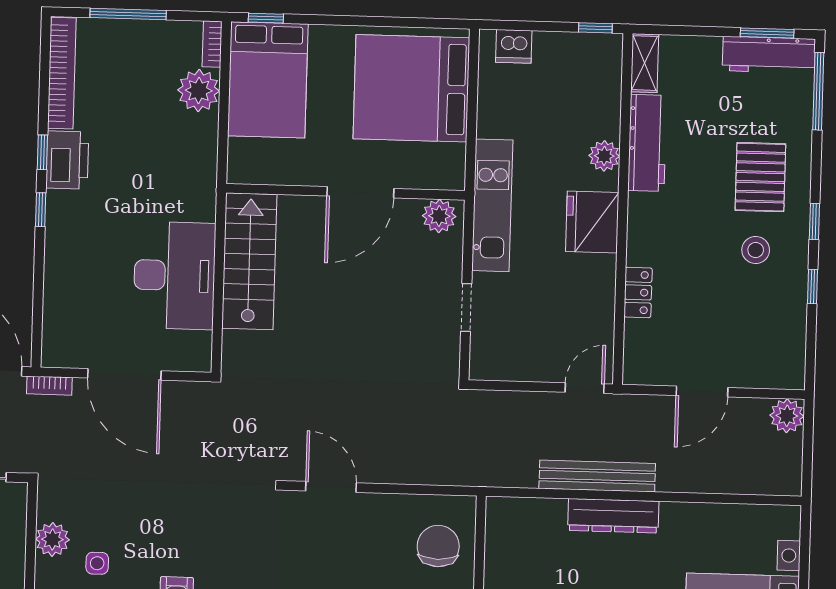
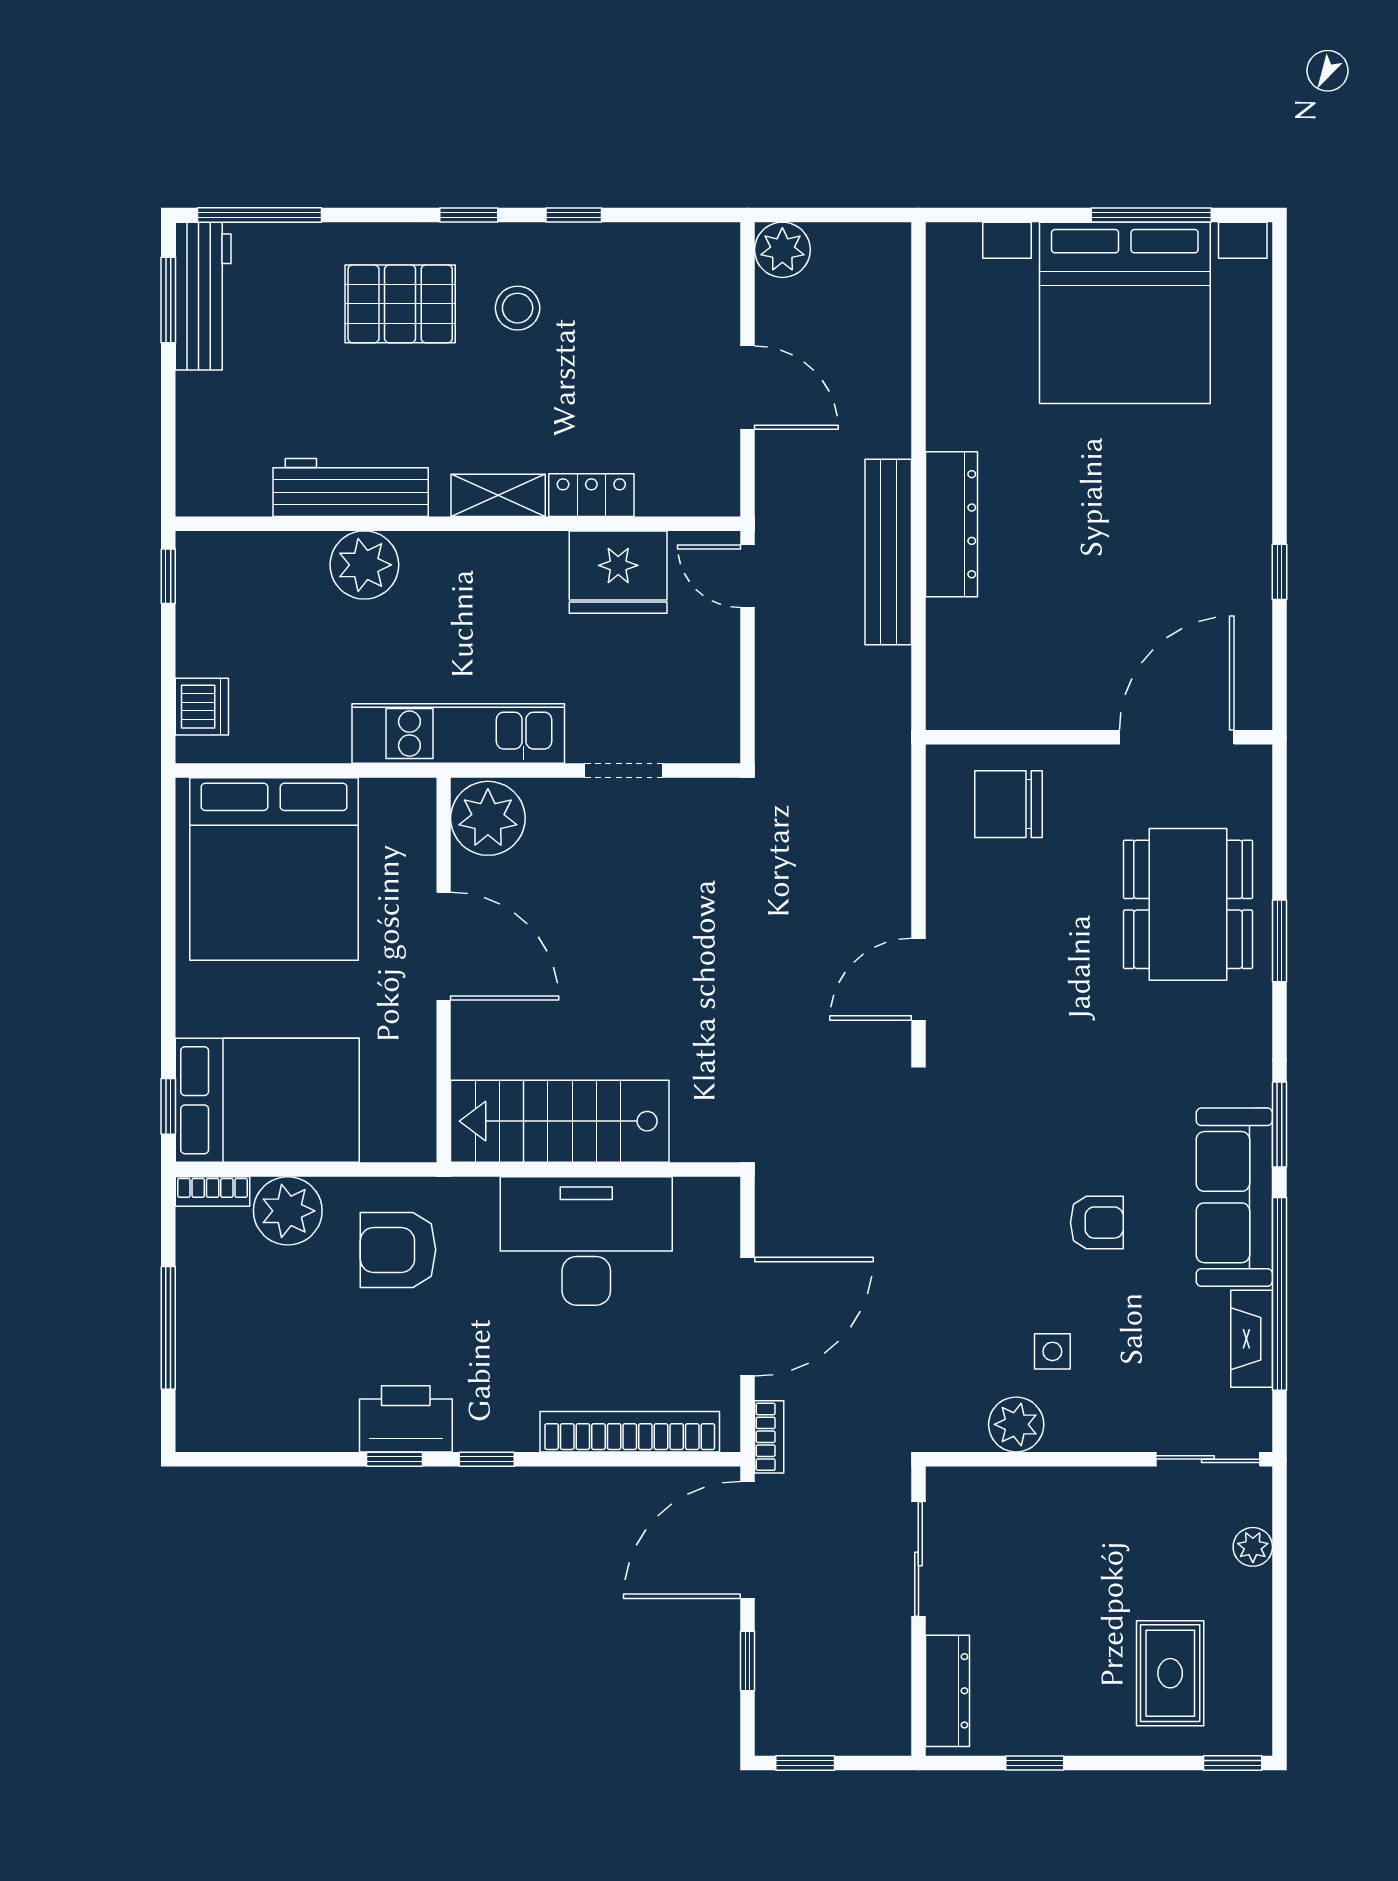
shelving: (645, 63) -> (498, 495), moved
bookcase: (62, 73) -> (630, 1432), moved
plant: (604, 156) -> (364, 565), width x1.36, depth x1.36
armchair: (172, 158) -> (398, 1250), added
plant: (439, 216) -> (488, 818), width x1.36, depth x1.36
fridge: (592, 222) -> (618, 572), moved

